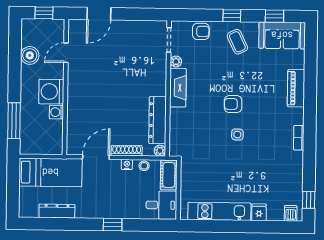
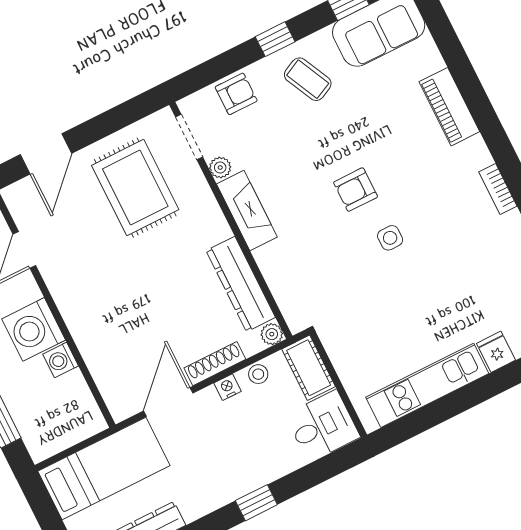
rug: (132, 50) -> (135, 188), added

